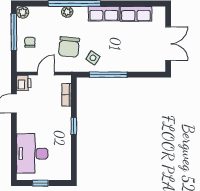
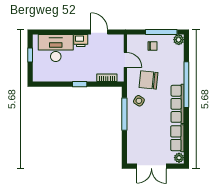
plant: (67, 12) -> (179, 158), moved
row of seats: (104, 14) -> (177, 104), width x1.48
printer: (24, 83) -> (81, 41), moved

